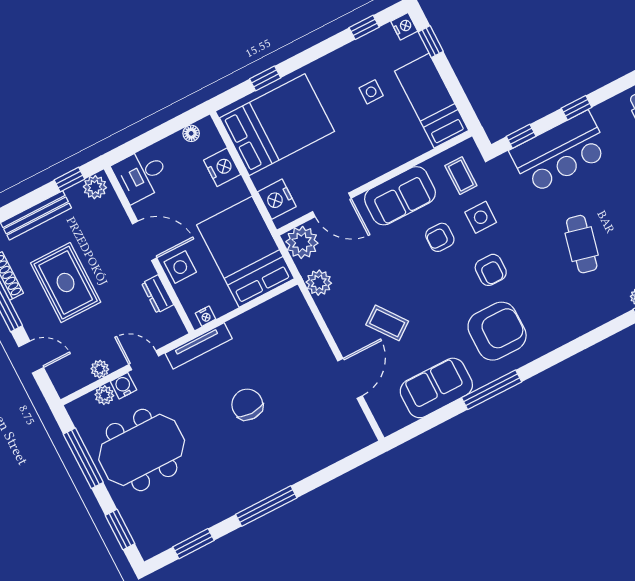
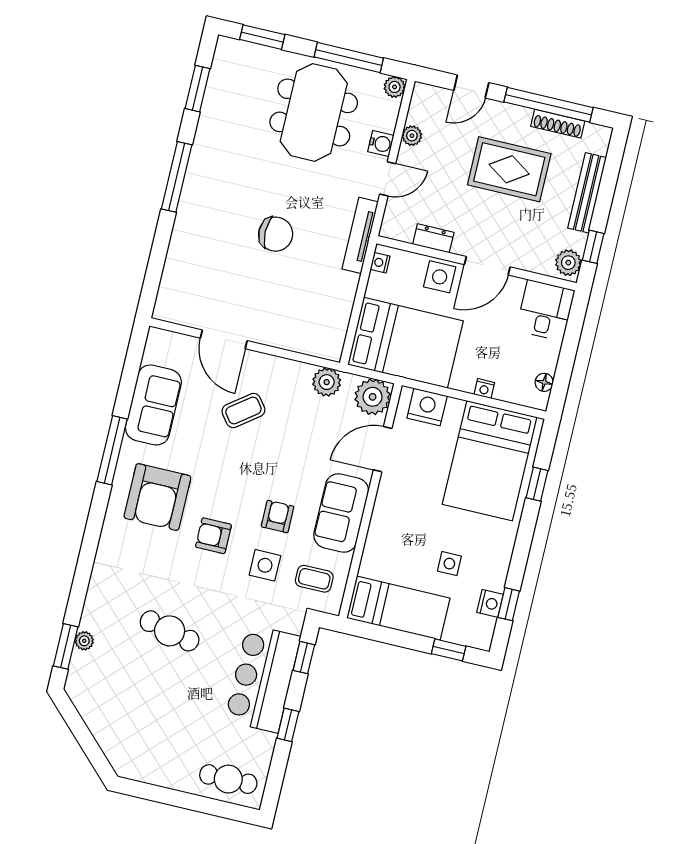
nightstand: (404, 26) -> (490, 603), moved, turned -90
nightstand: (222, 167) -> (484, 389), width x0.53, depth x0.56
plant: (104, 395) -> (395, 87), moved

